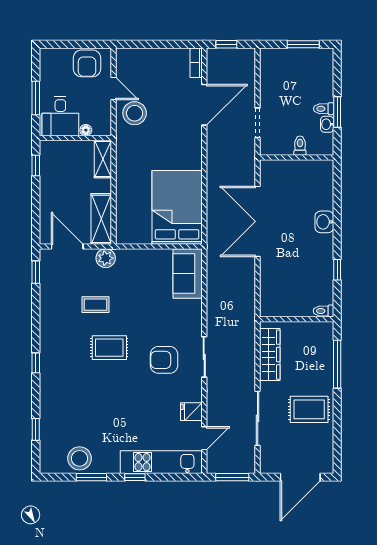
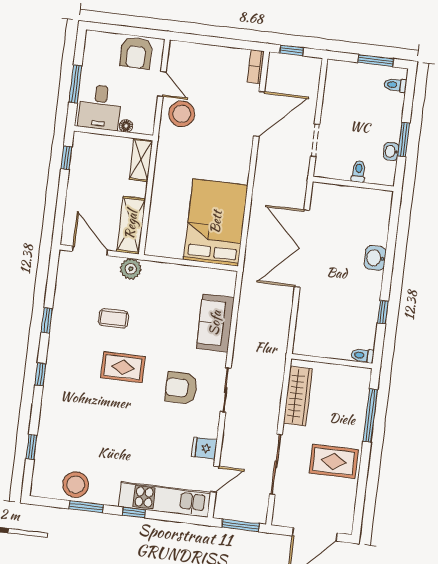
toilet: (324, 109) -> (395, 85), moved
window: (36, 272) -> (47, 320), moved
sofa: (188, 274) -> (215, 323), moved

